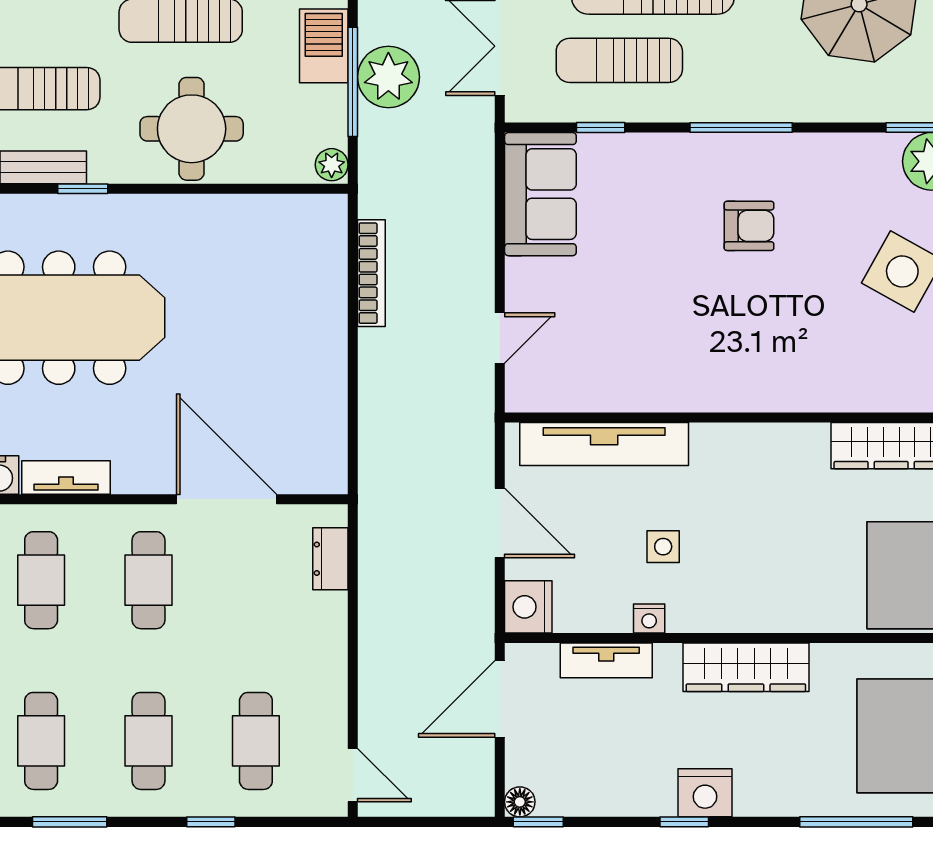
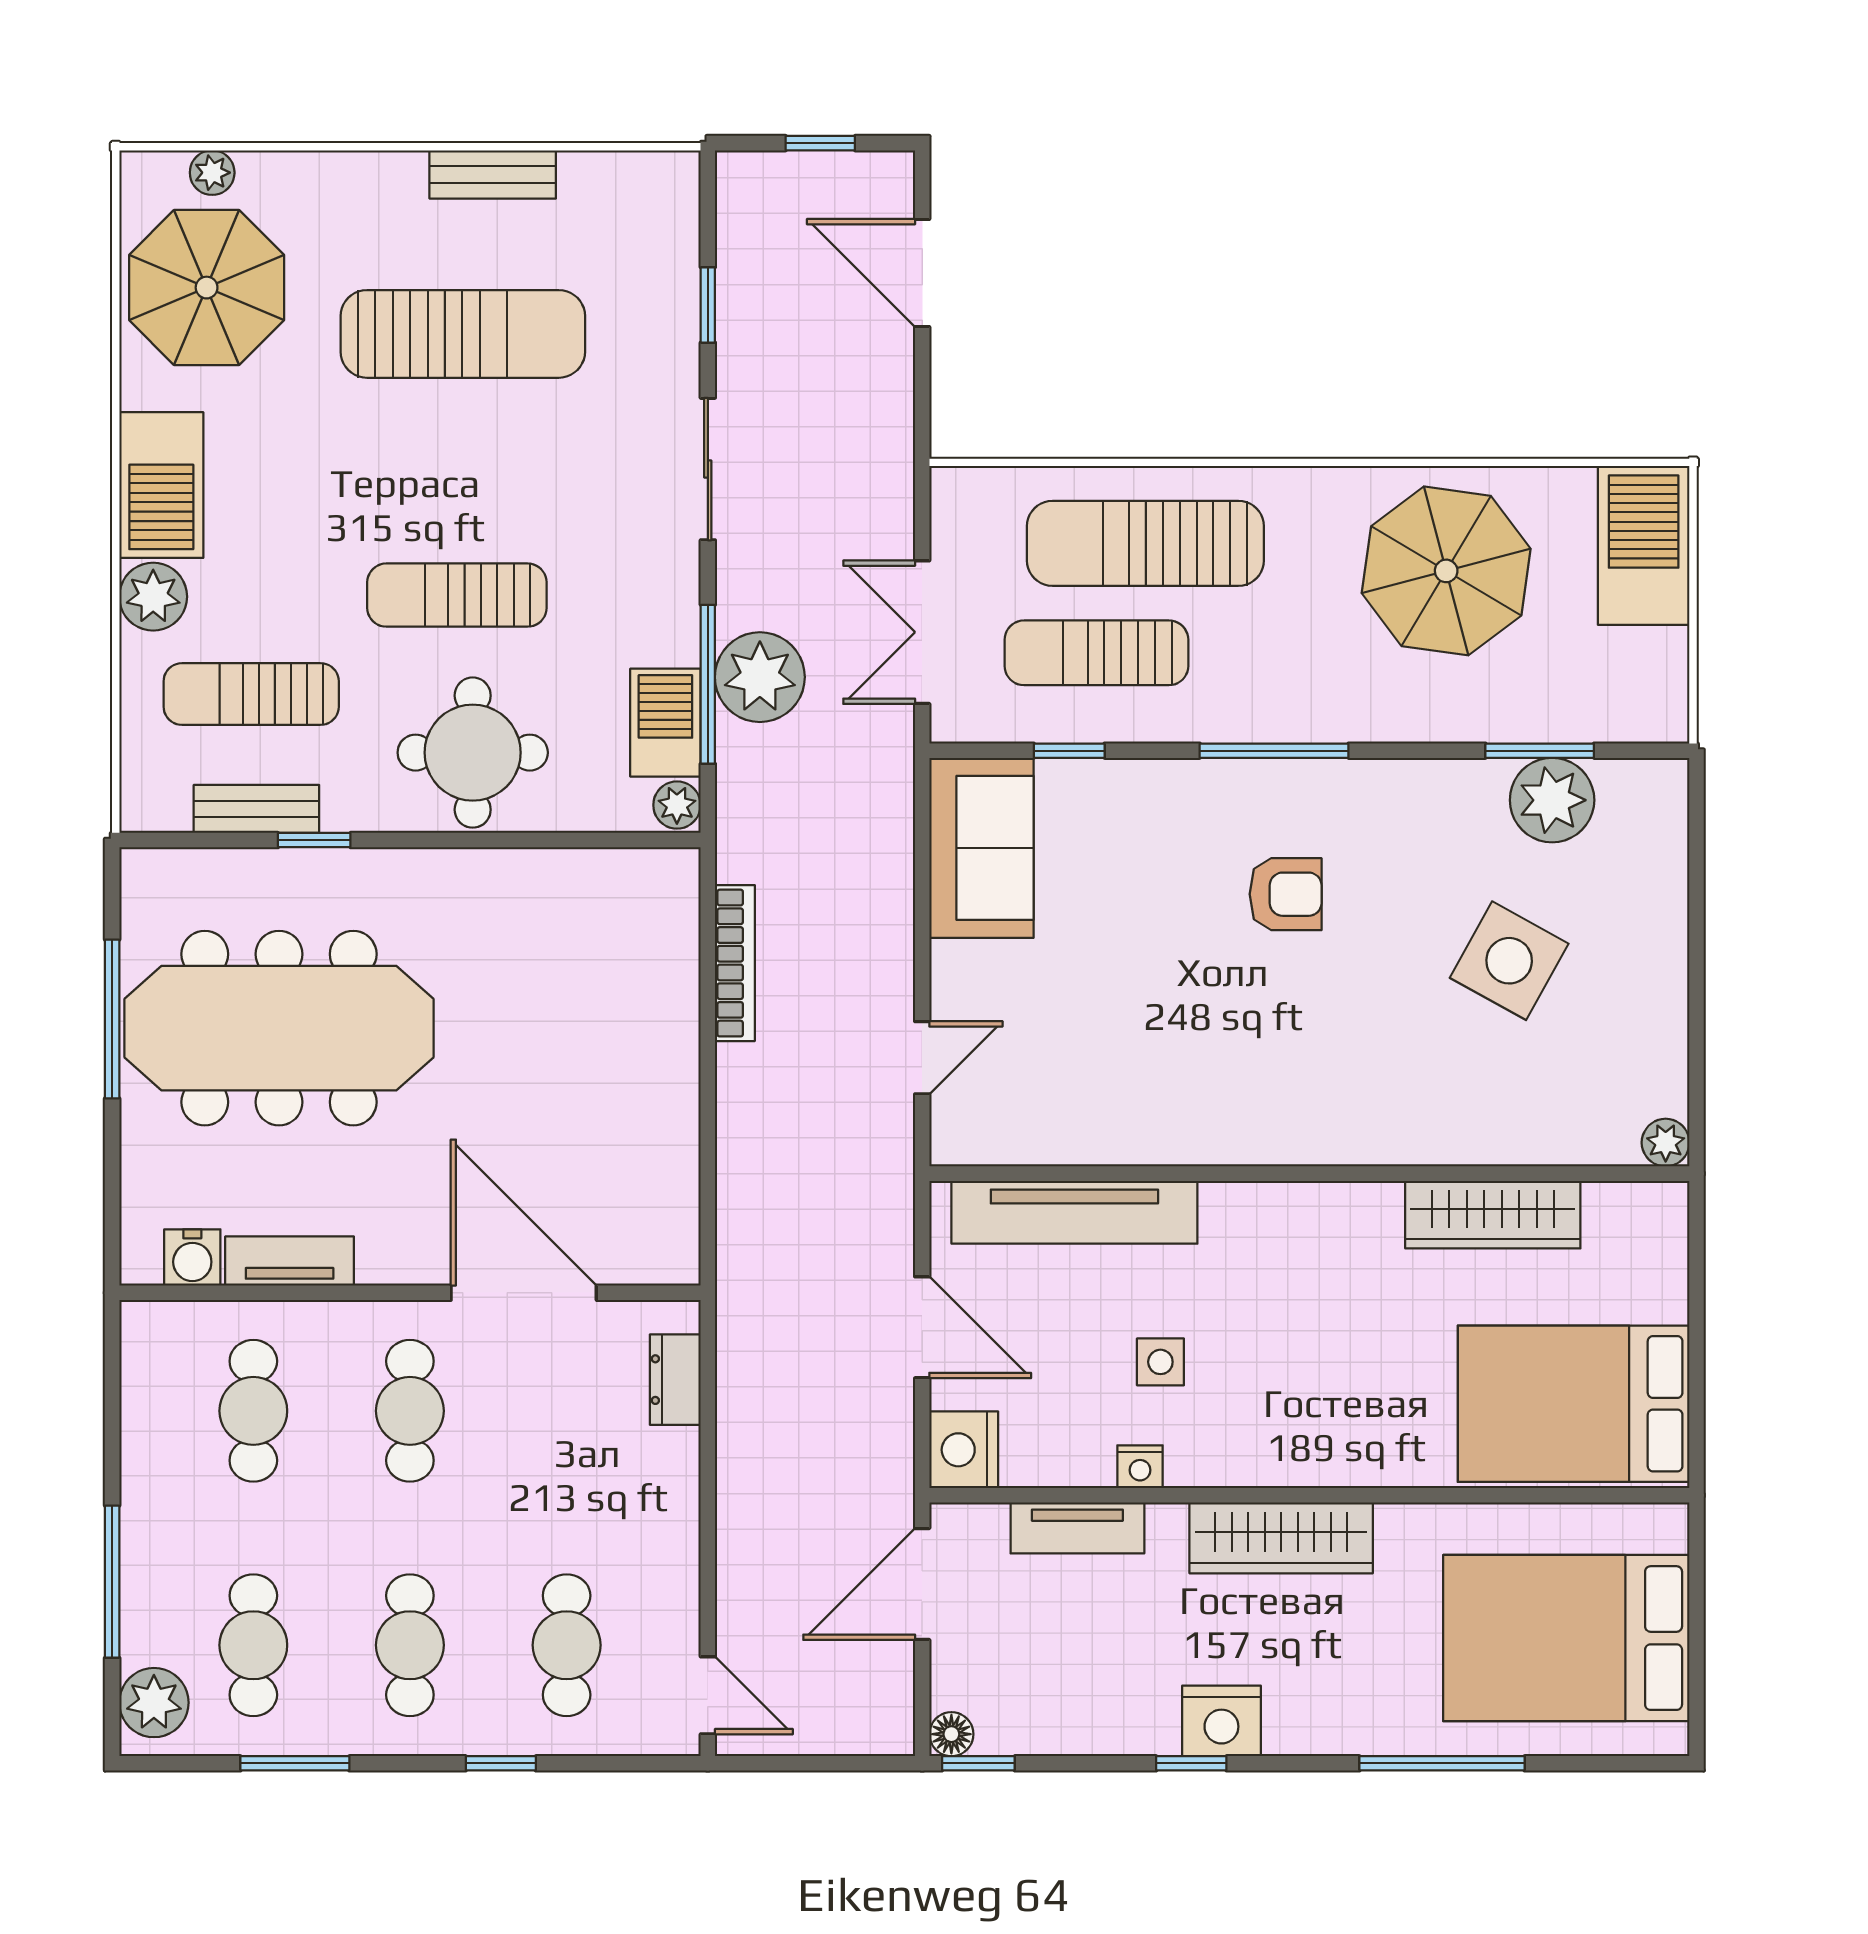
barbecue: (324, 46) -> (665, 723), moved

